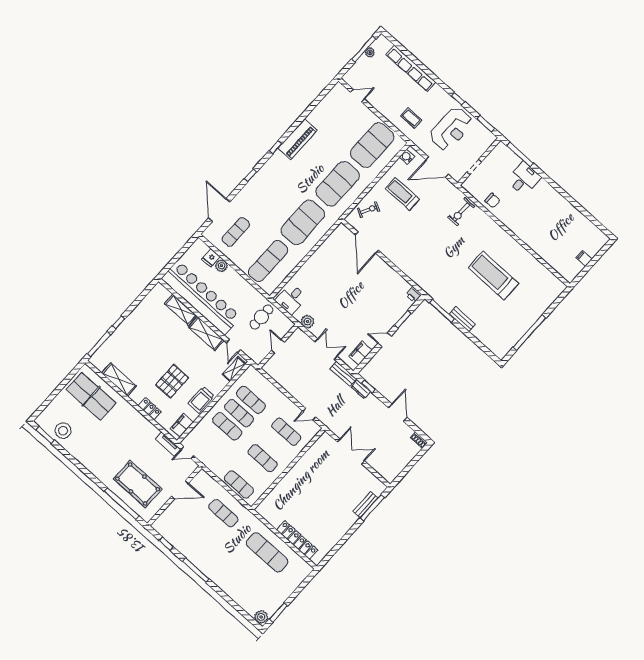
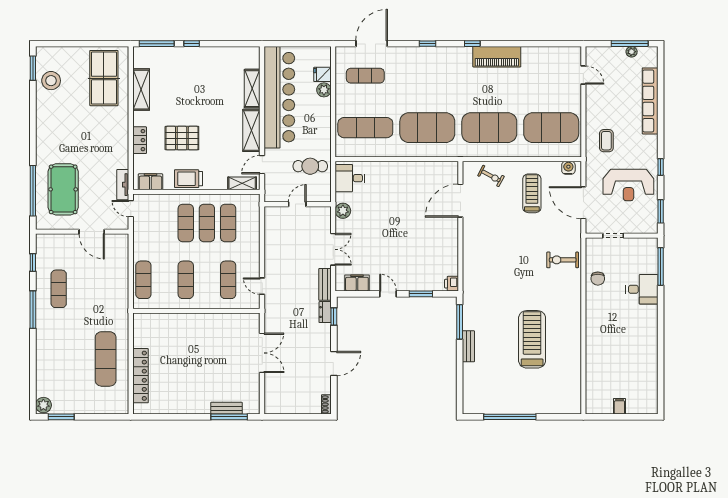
exercise mat: (223, 513) -> (59, 289), moved

